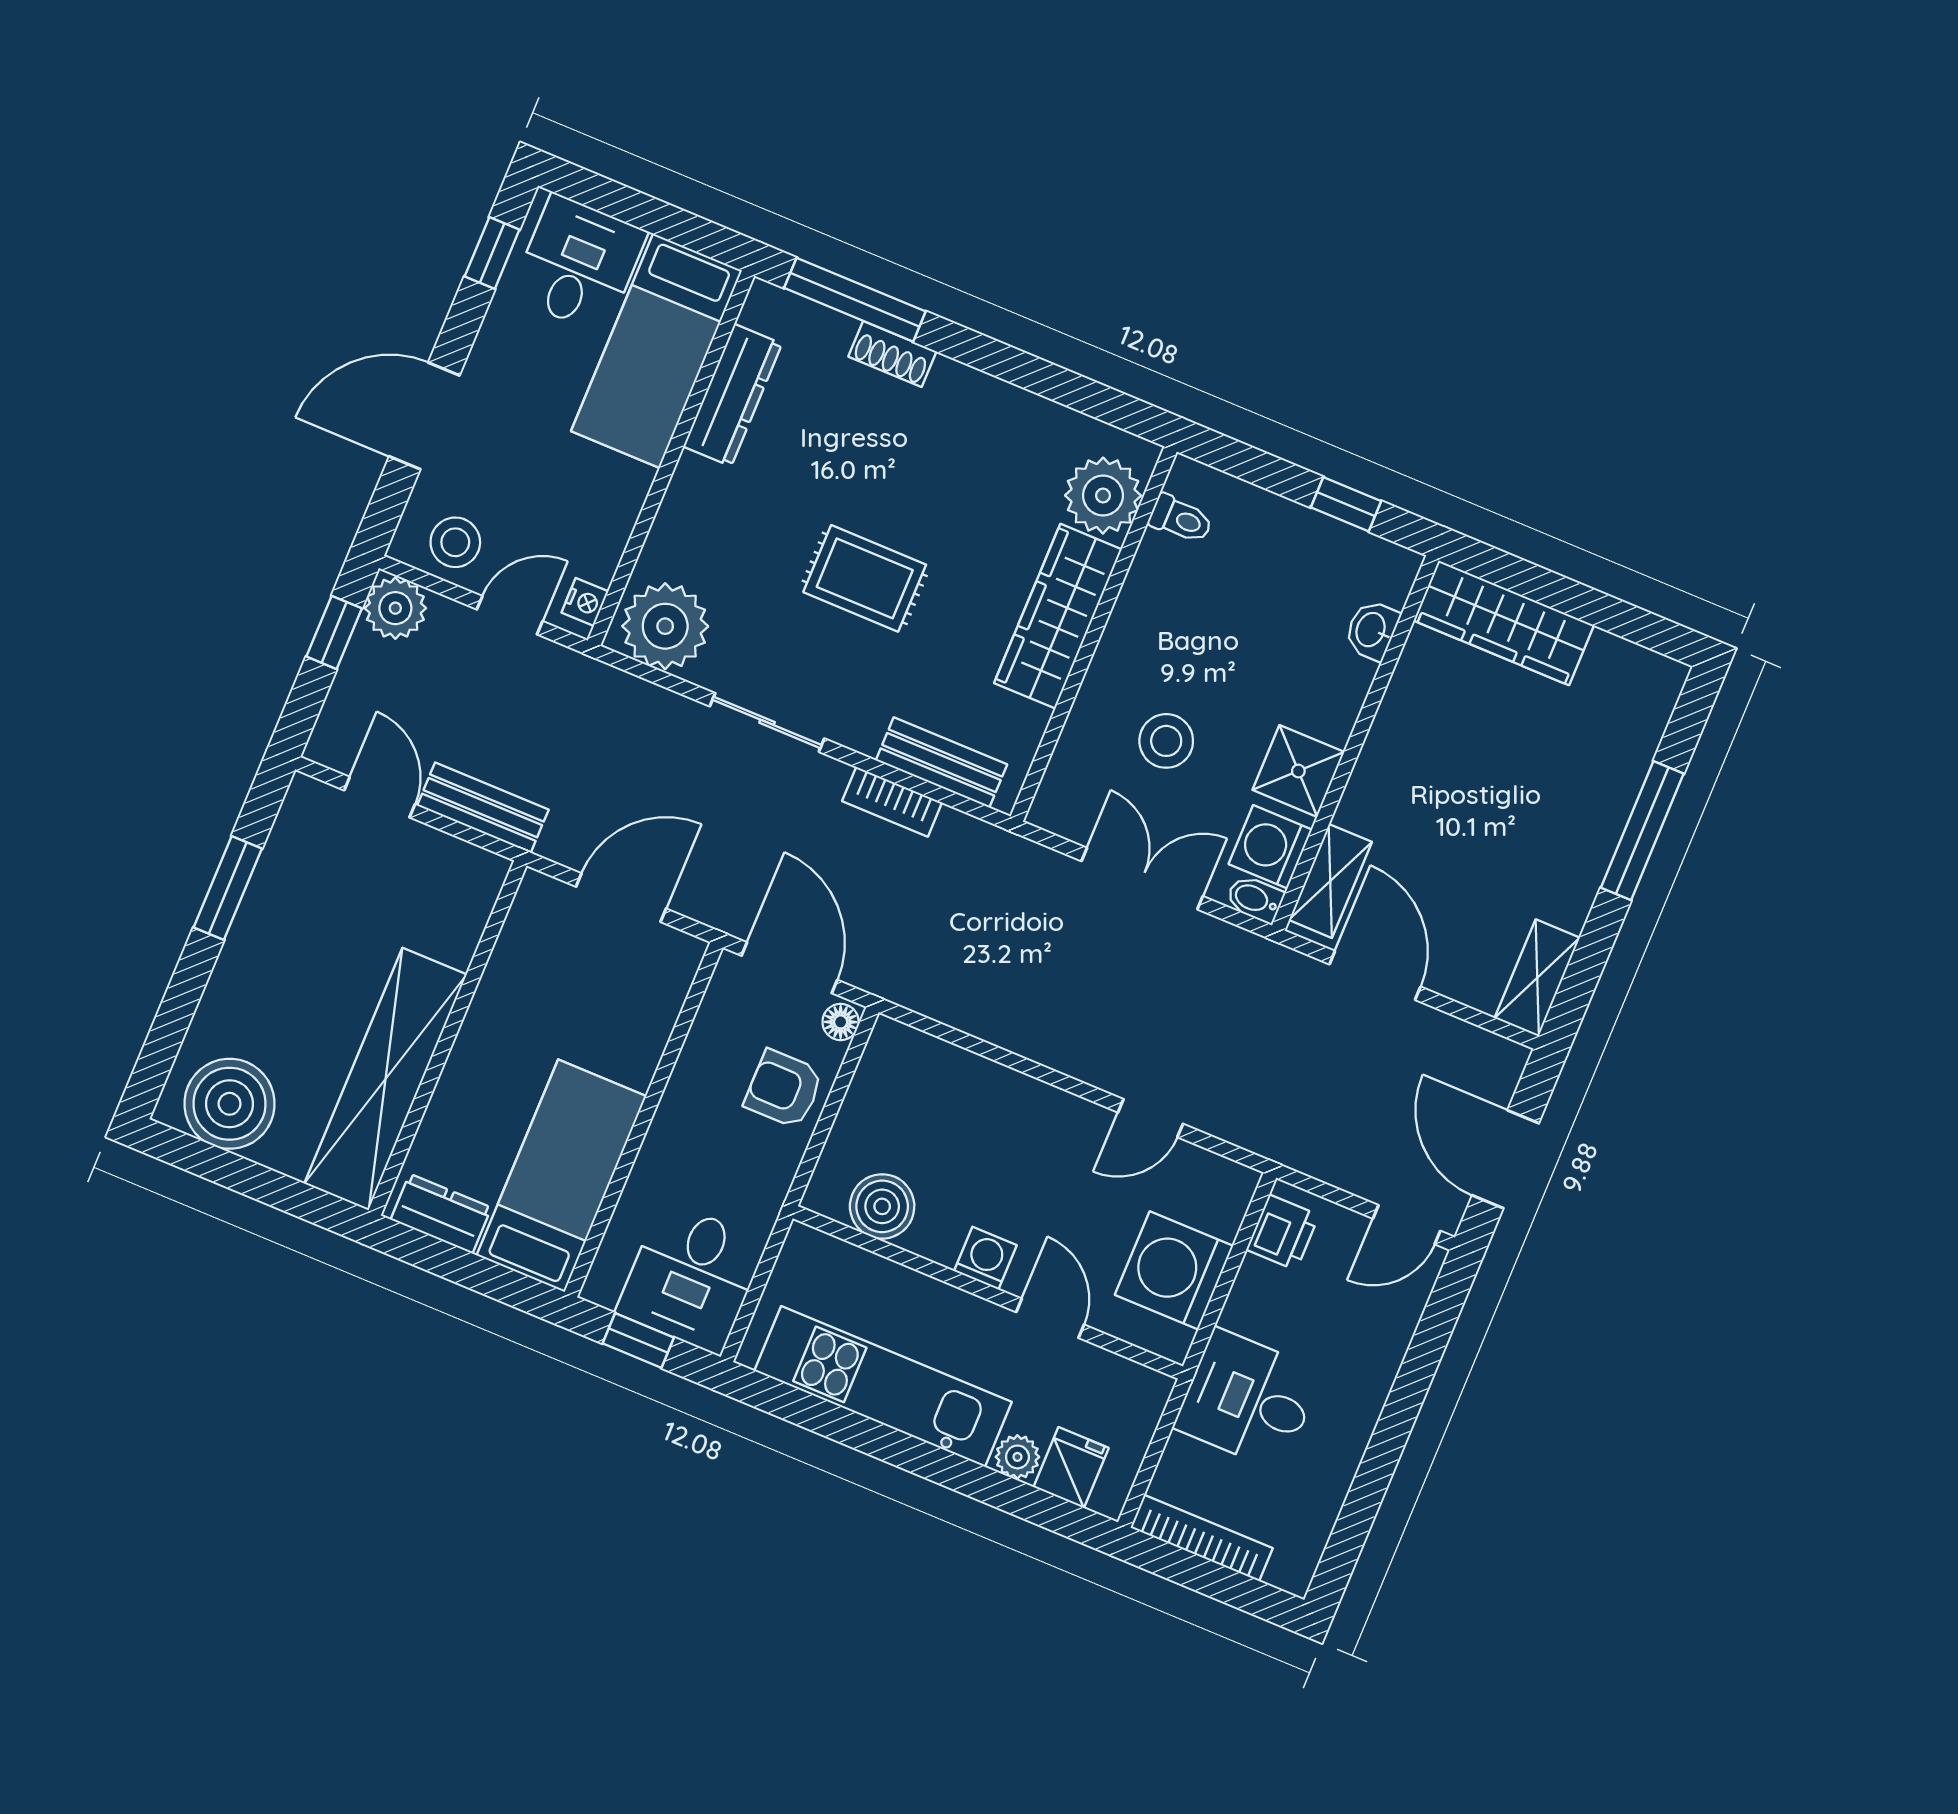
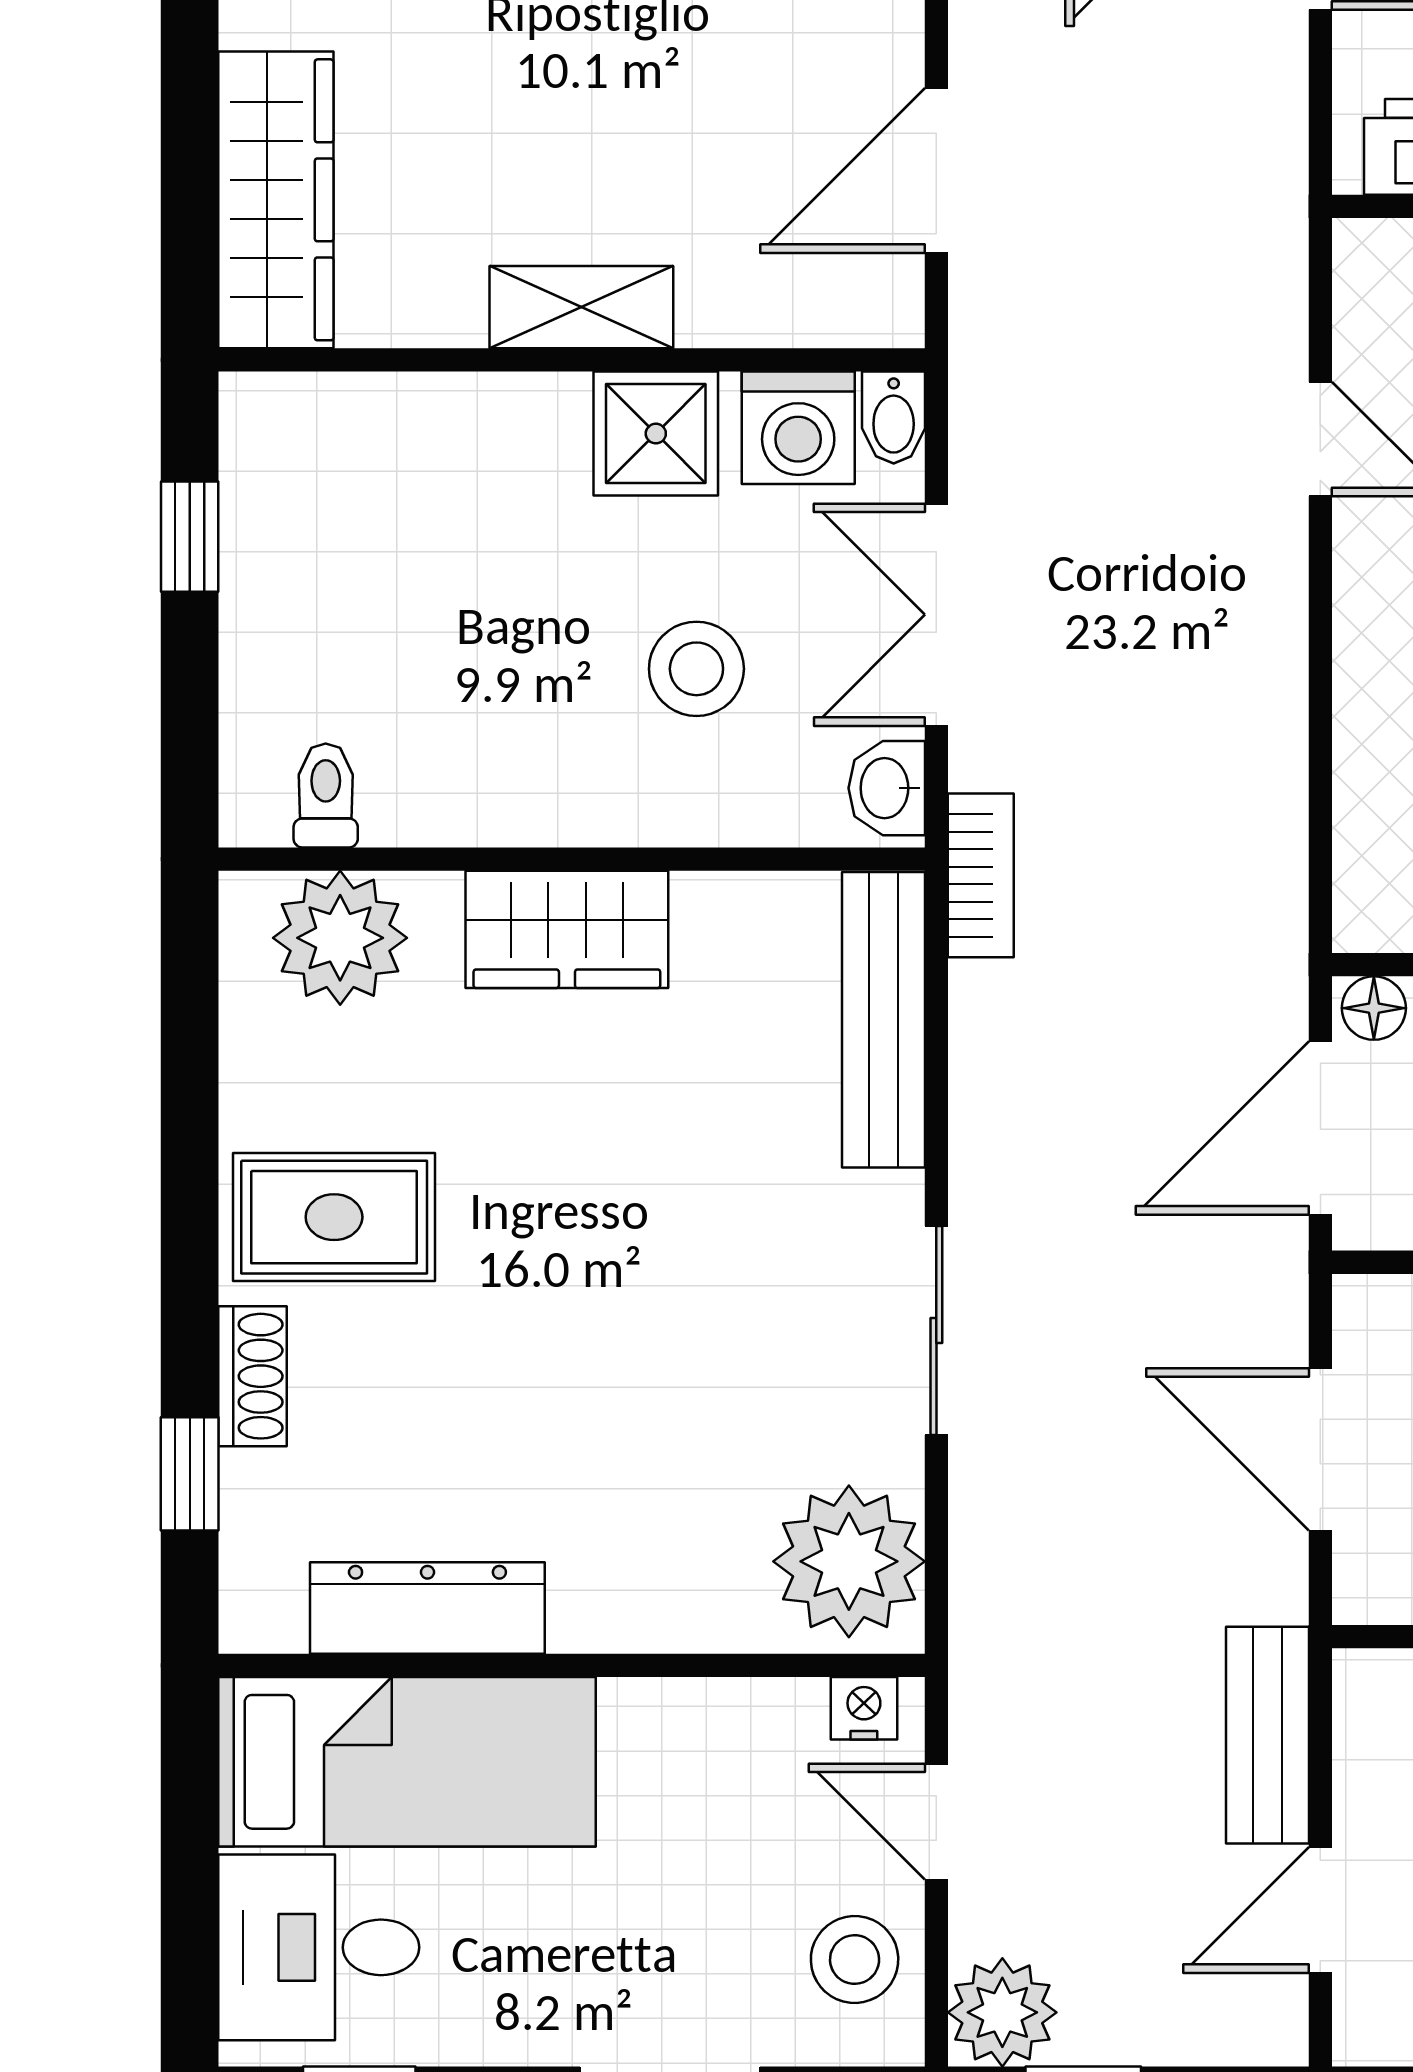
window: (855, 300) -> (190, 1474), width x0.46
rug: (865, 578) -> (334, 1217), moved, turned 90
wardrobe: (1058, 616) -> (567, 929), width x0.67
washbasin: (1372, 630) -> (887, 788), moved, turned 90
bench: (941, 762) -> (884, 1020), width x1.36
bookcase: (892, 802) -> (981, 875), moved
shelving: (1330, 881) -> (581, 307), moved

